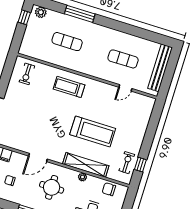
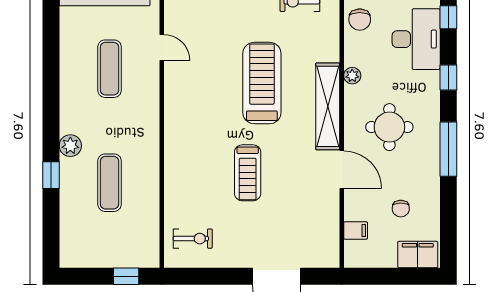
plant: (41, 12) -> (70, 146), moved
window: (80, 14) -> (51, 175), width x0.46
window: (24, 17) -> (126, 276), moved
treadmill: (69, 87) -> (248, 173), moved
shelving: (86, 165) -> (328, 106), moved

